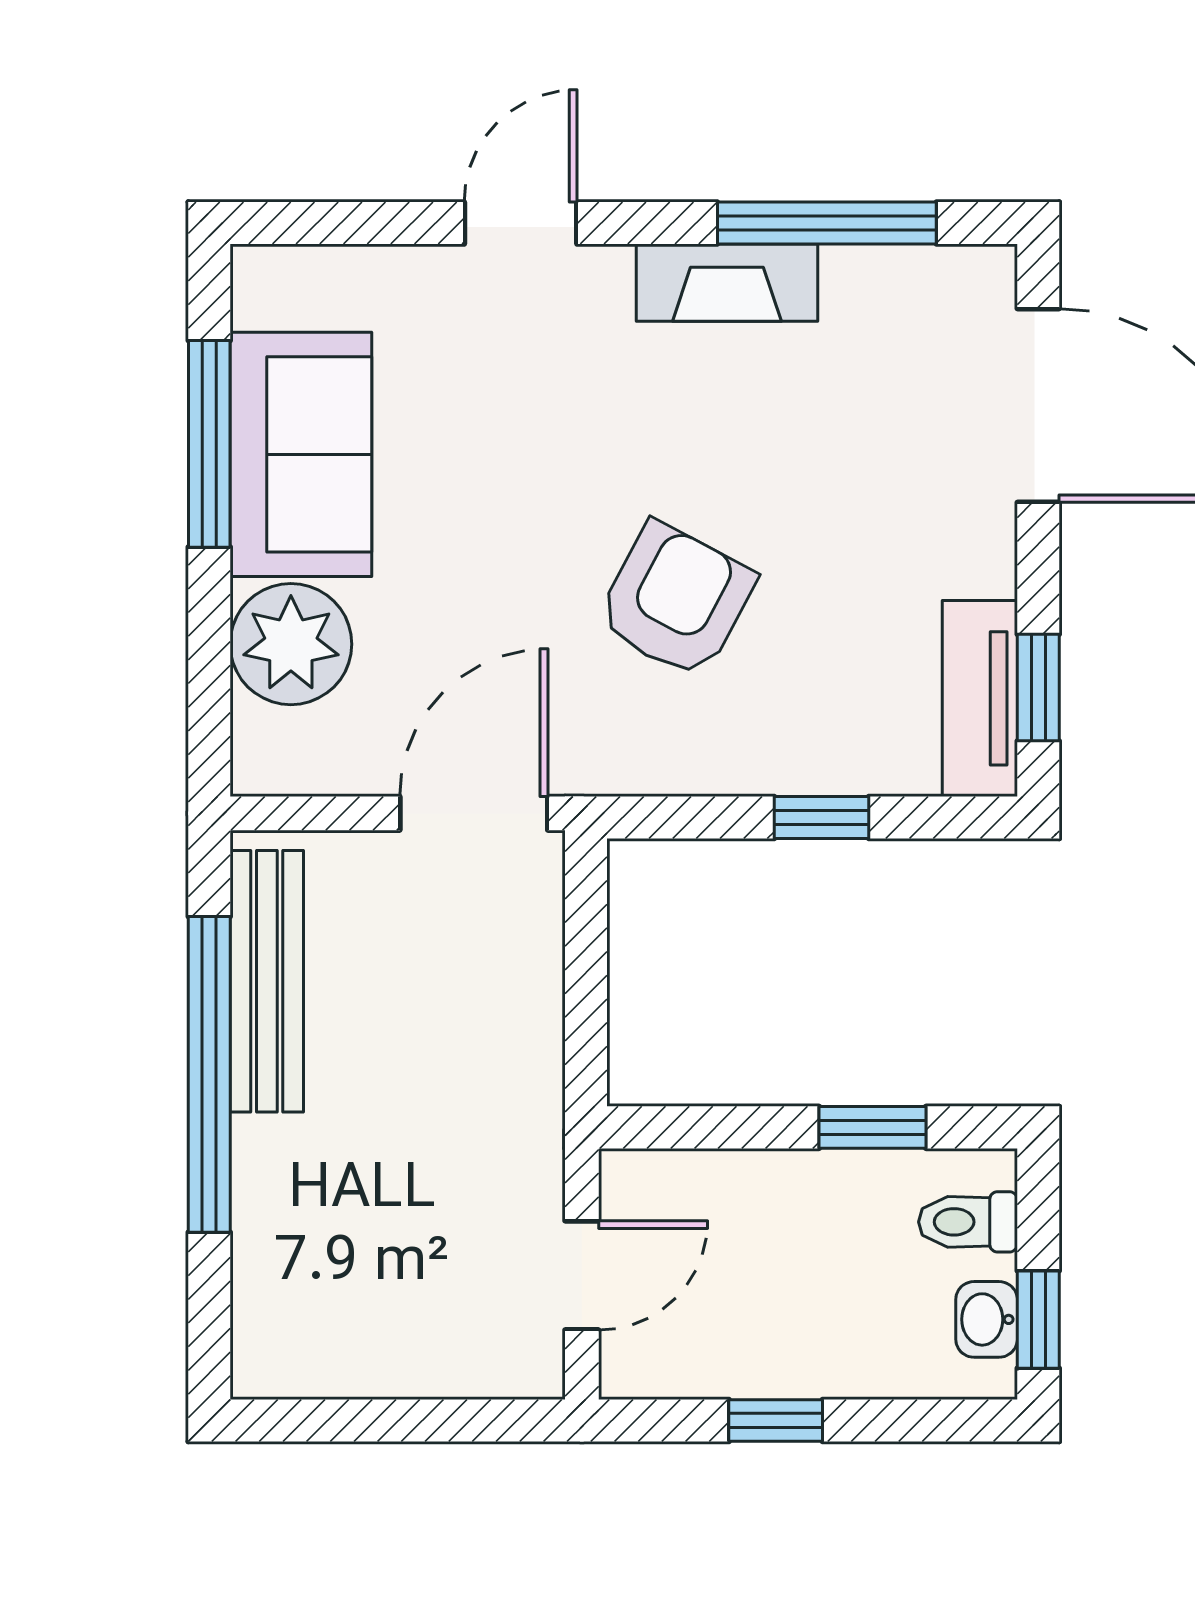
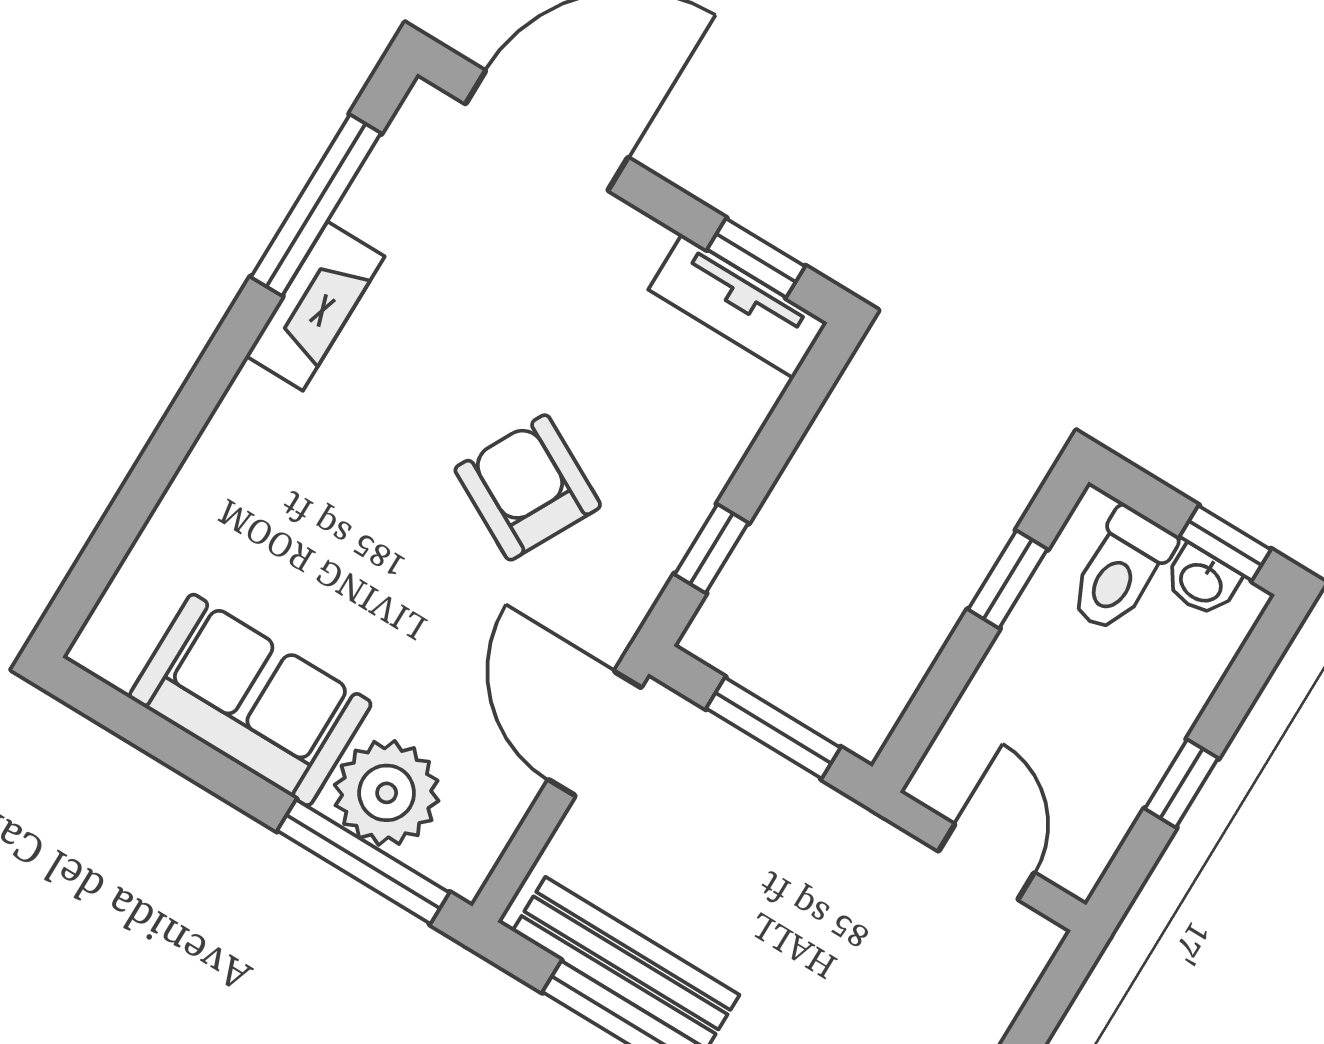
door: (521, 223) -> (178, 432), removed
window: (209, 444) -> (363, 862), moved
window: (821, 818) -> (711, 549), moved
window: (586, 986) -> (773, 728), added
toilet: (968, 1222) -> (1121, 570), width x1.37, depth x1.39

